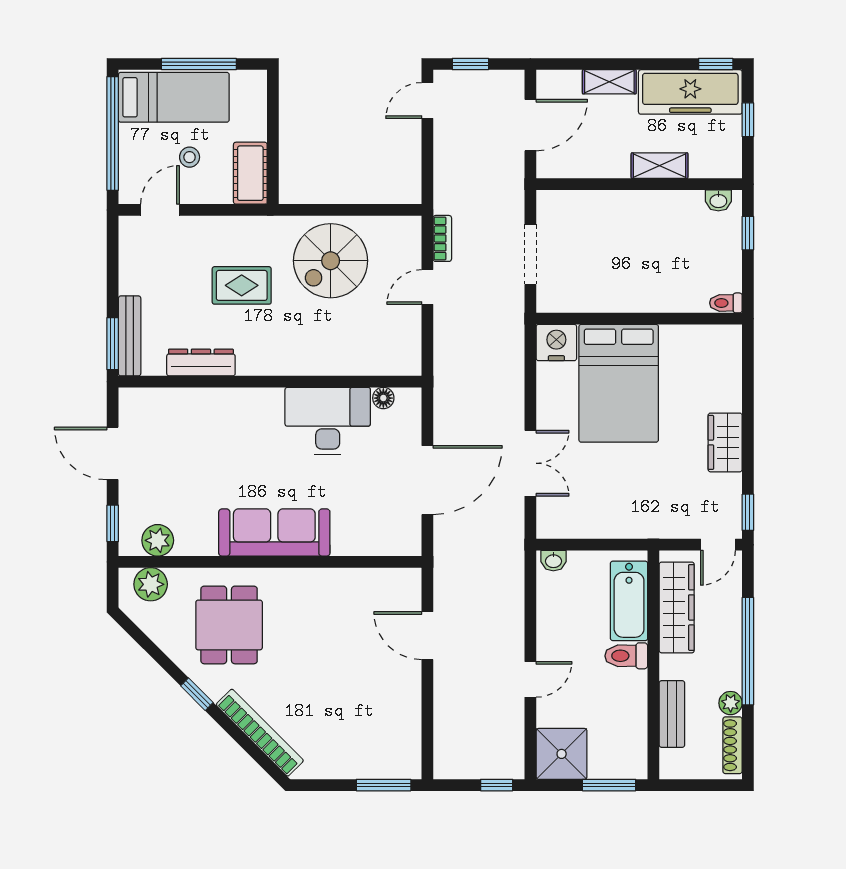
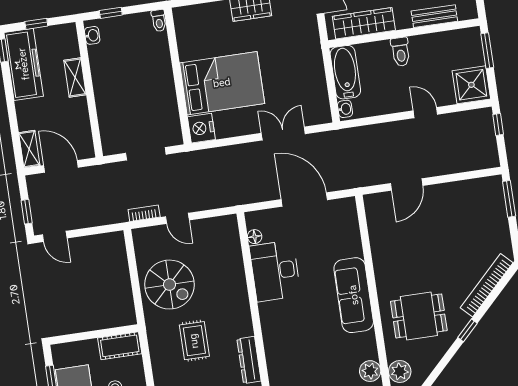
shelving: (609, 82) -> (29, 149), moved
bathtub: (629, 601) -> (345, 72), moved, turned -90

